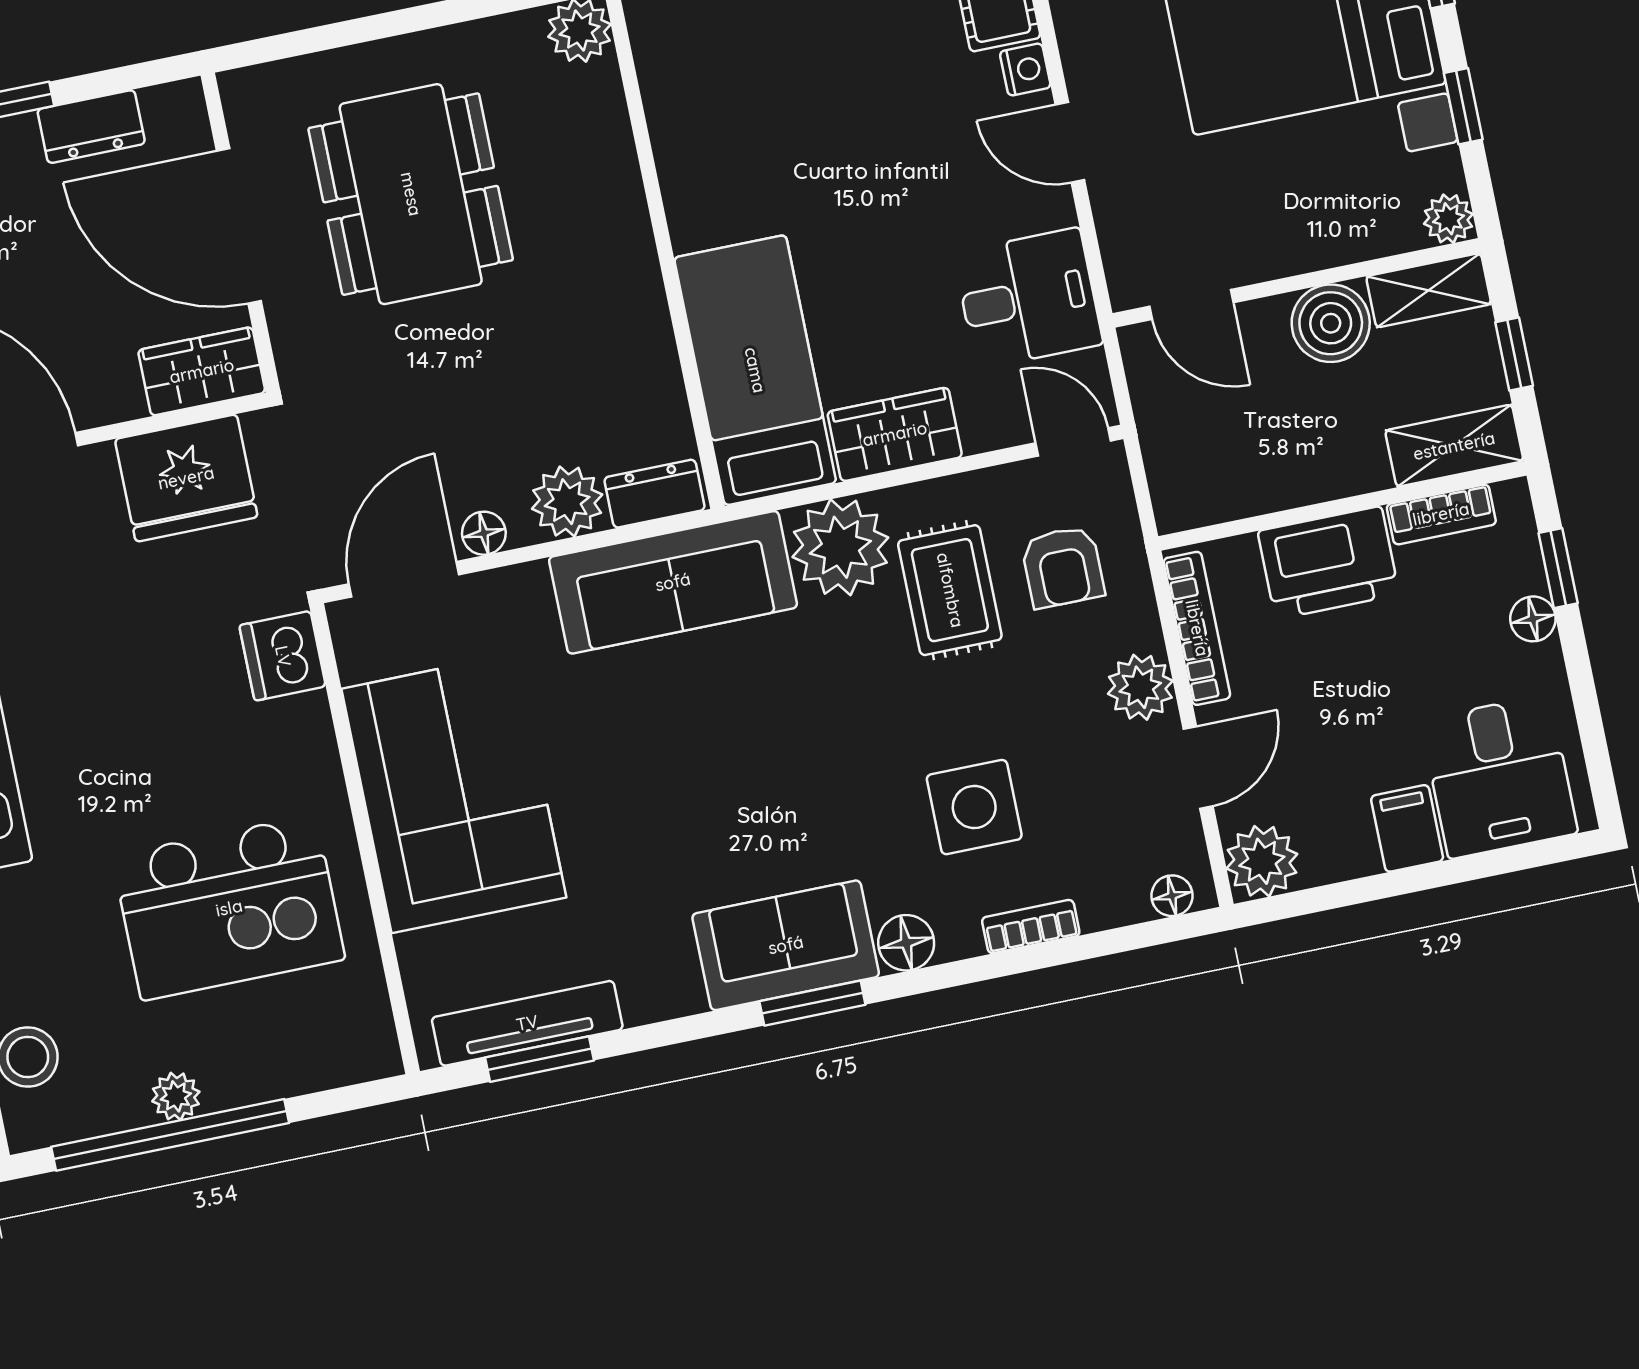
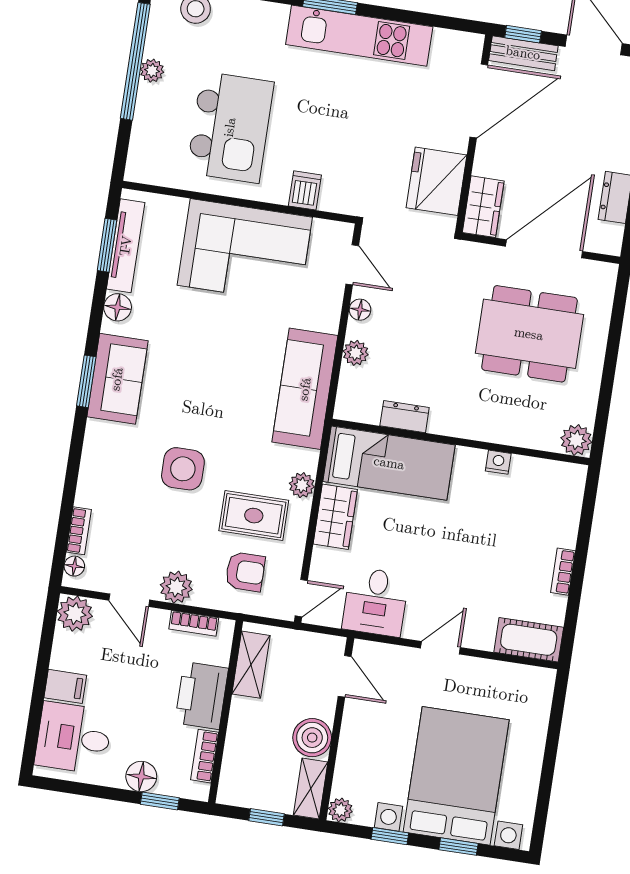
nightstand: (1025, 70) -> (498, 462), moved, turned 180
door: (1191, 305) -> (345, 676), swing flipped
shelving: (1454, 446) -> (251, 665), moved
dresser: (655, 494) -> (405, 417), moved, turned -90
plant: (567, 502) -> (356, 353), width x0.73, depth x0.73
plant: (840, 547) -> (302, 485), width x0.53, depth x0.53
armchair: (1063, 567) -> (245, 572), turned 180
door: (404, 579) -> (352, 265), width x0.73
floor lamp: (1533, 619) -> (141, 776), width x1.37, depth x1.37
bookcase: (1197, 628) -> (194, 623), width x0.64
dishwasher: (283, 656) -> (305, 190), moved, width x0.73
side table: (974, 807) -> (183, 469), moved
kitchen island: (229, 908) -> (230, 127), turned 180
bookcase: (1031, 927) -> (79, 531), moved
floor lamp: (906, 943) -> (118, 307), moved

